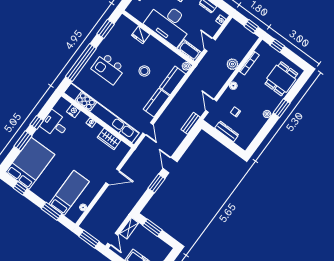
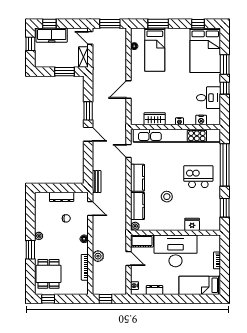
window: (277, 46) -> (48, 299), moved

